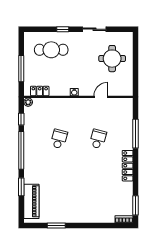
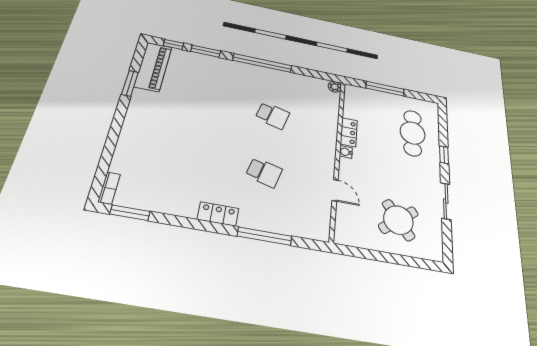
round table: (112, 59) -> (398, 220), turned -37
locker: (40, 91) -> (349, 132), moved
window: (21, 119) -> (173, 44), moved
locker: (128, 166) -> (218, 214), width x0.66
piano: (31, 201) -> (153, 67), moved, turned -90

